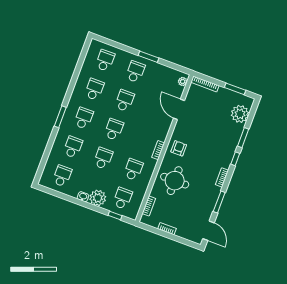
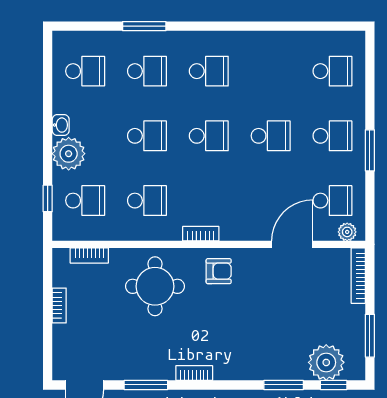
school desk: (94, 89) -> (332, 201), moved
window: (60, 117) -> (144, 26), moved
window: (235, 159) -> (334, 385), moved

